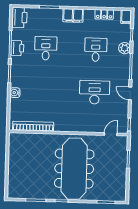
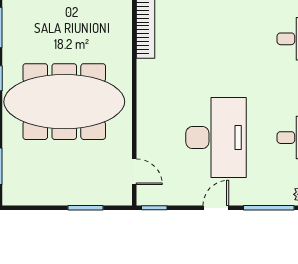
desk: (95, 92) -> (216, 138), width x1.36, depth x1.30

